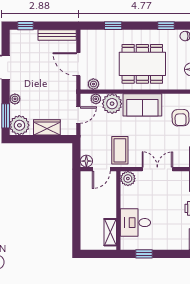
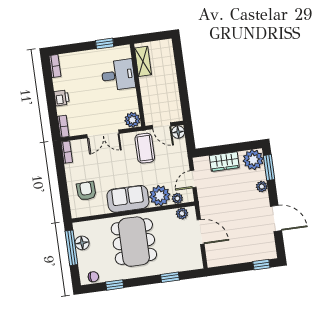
bench: (57, 35) -> (227, 259), removed
dining table: (142, 64) -> (134, 242), turned 90
door: (101, 169) -> (162, 126), swing flipped

